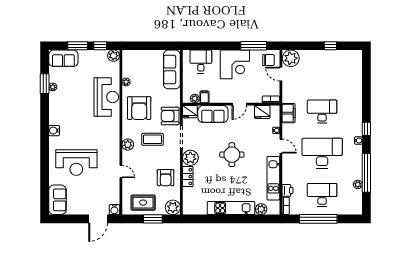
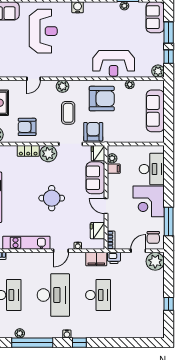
desk: (201, 61) -> (152, 169), width x1.37
sofa: (172, 69) -> (155, 111), moved, turned -90
armchair: (139, 108) -> (102, 99), turned 180
reception desk: (76, 163) -> (43, 31), turned 180
printer: (287, 190) -> (114, 258), moved

